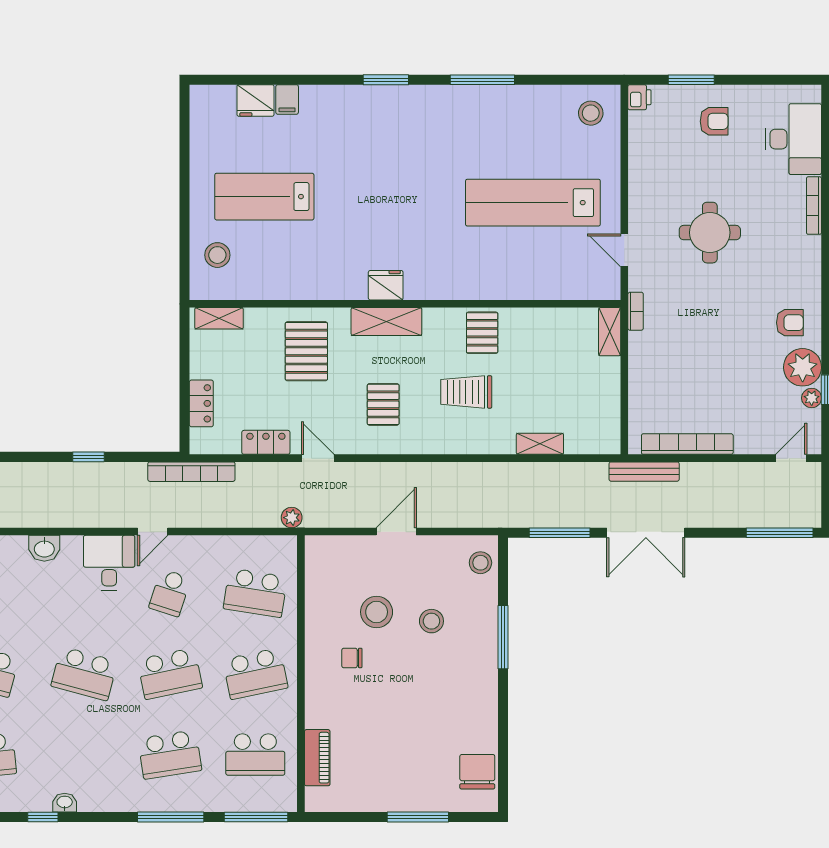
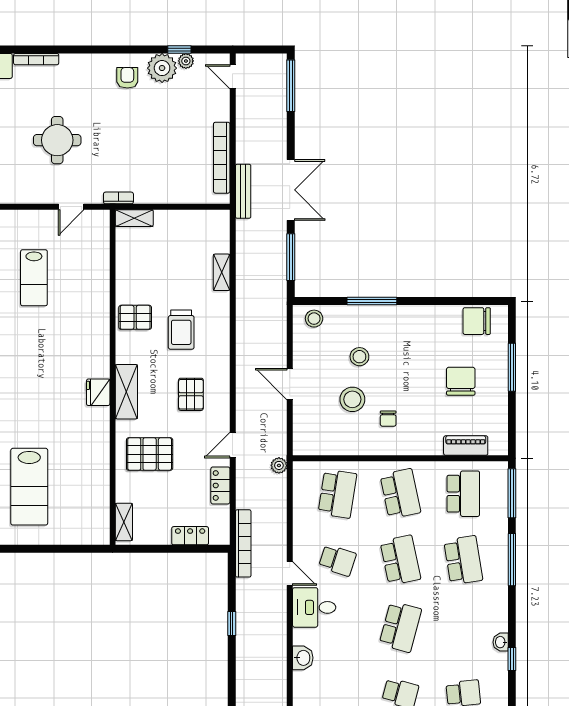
lab bench: (533, 203) -> (34, 278), width x0.54, depth x0.72
stool: (217, 255) -> (75, 523), removed
pallet: (383, 404) -> (191, 394), turned 90
chair: (400, 751) -> (461, 381), added

